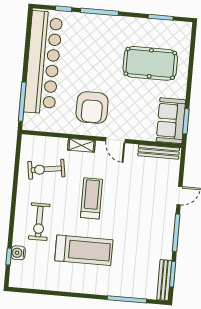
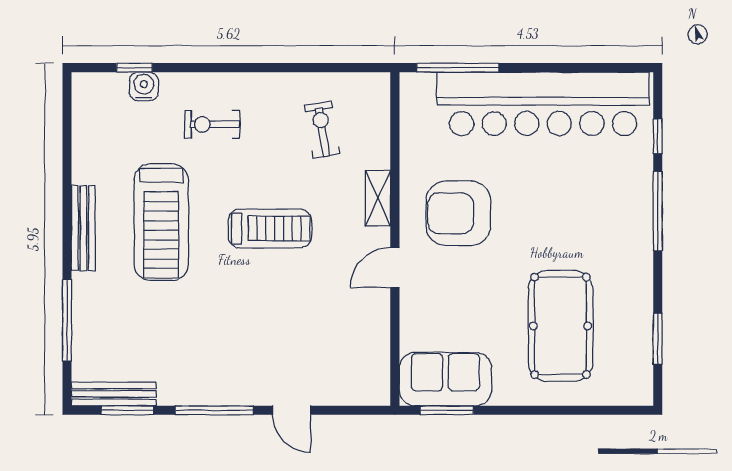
bench: (159, 152) -> (83, 228), moved
exercise bike: (46, 169) -> (322, 130), width x0.73, depth x0.72
exercise bike: (39, 222) -> (212, 124), width x0.73, depth x0.72

